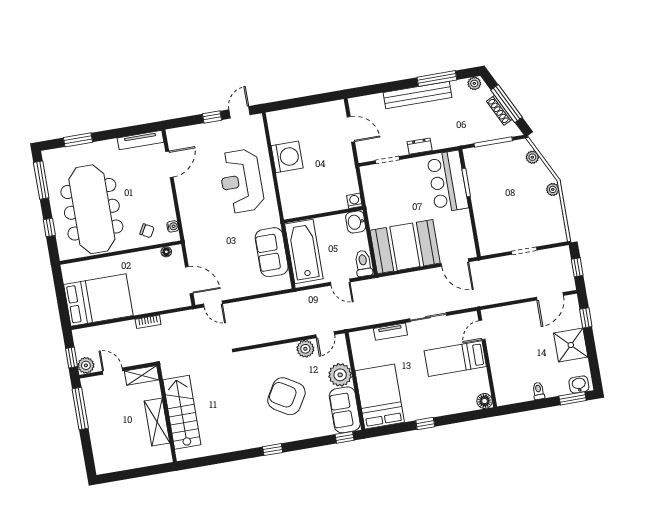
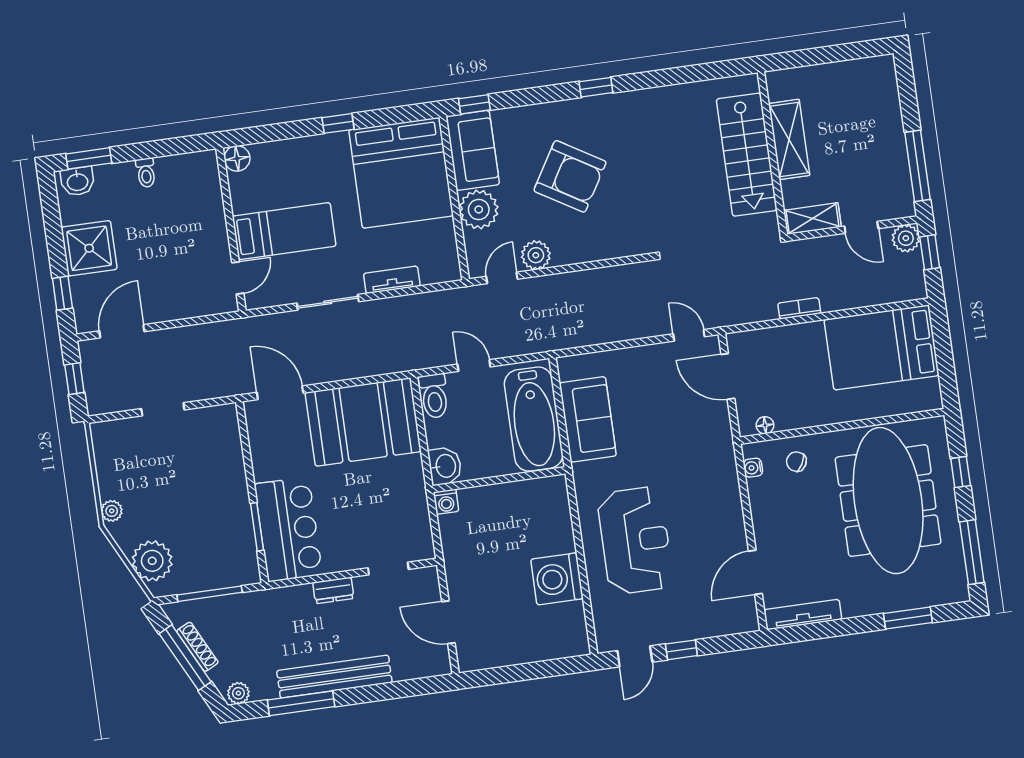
plant: (532, 157) -> (152, 561), width x1.88, depth x1.88
bed: (380, 397) -> (401, 173), width x1.36

